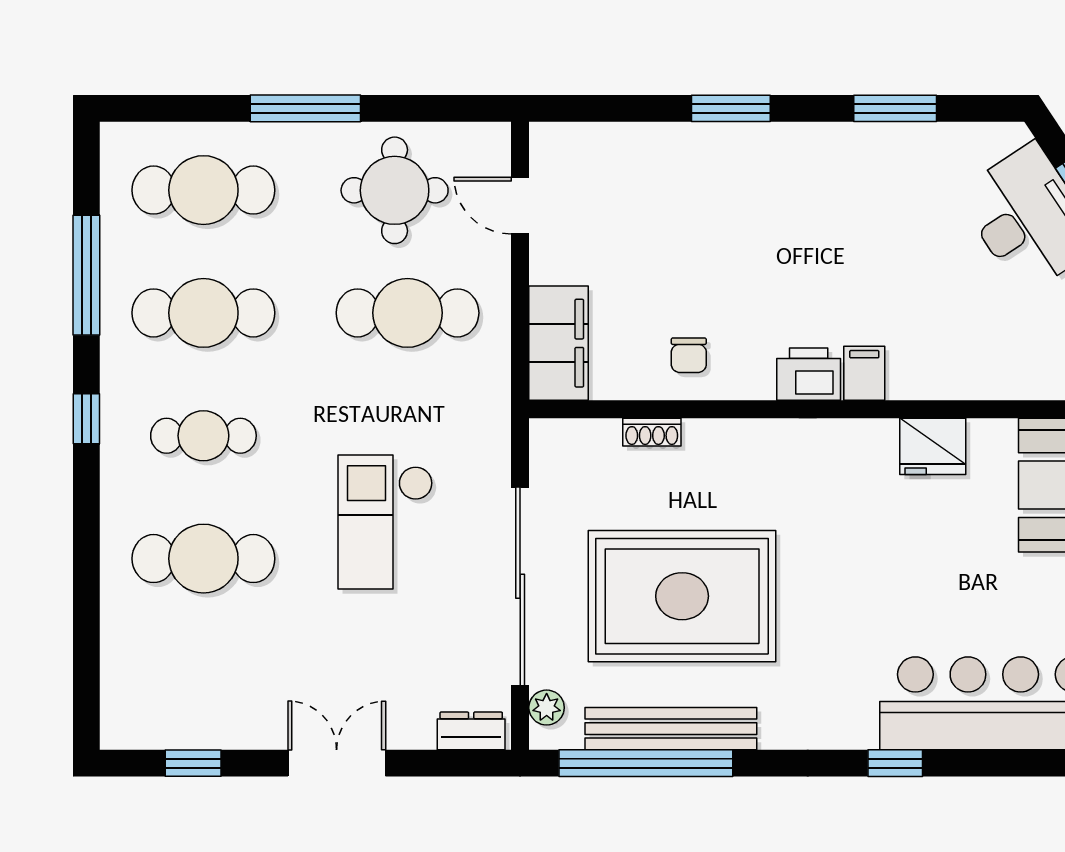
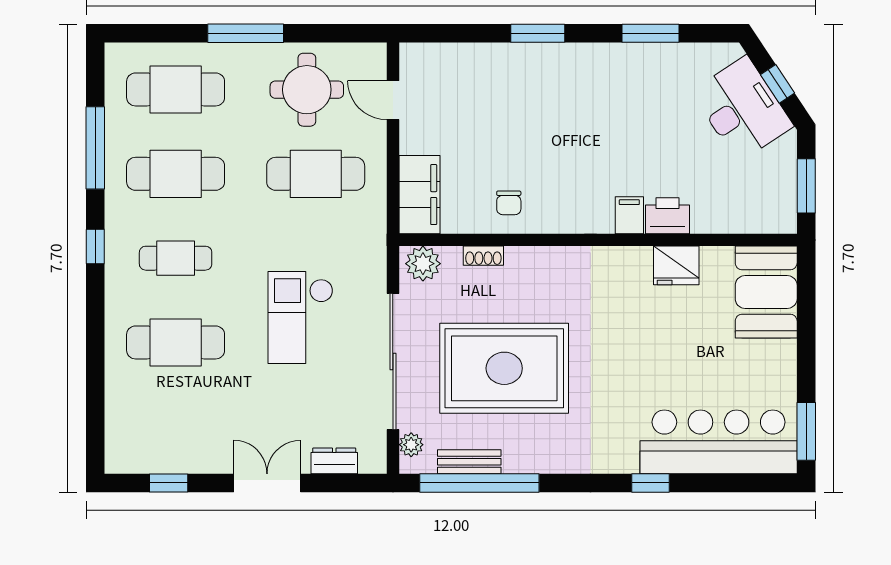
printer: (809, 374) -> (668, 216), moved
plant: (564, 444) -> (423, 264), added
bench: (671, 729) -> (469, 462), width x0.54, depth x0.82
dresser: (471, 731) -> (334, 461), moved

